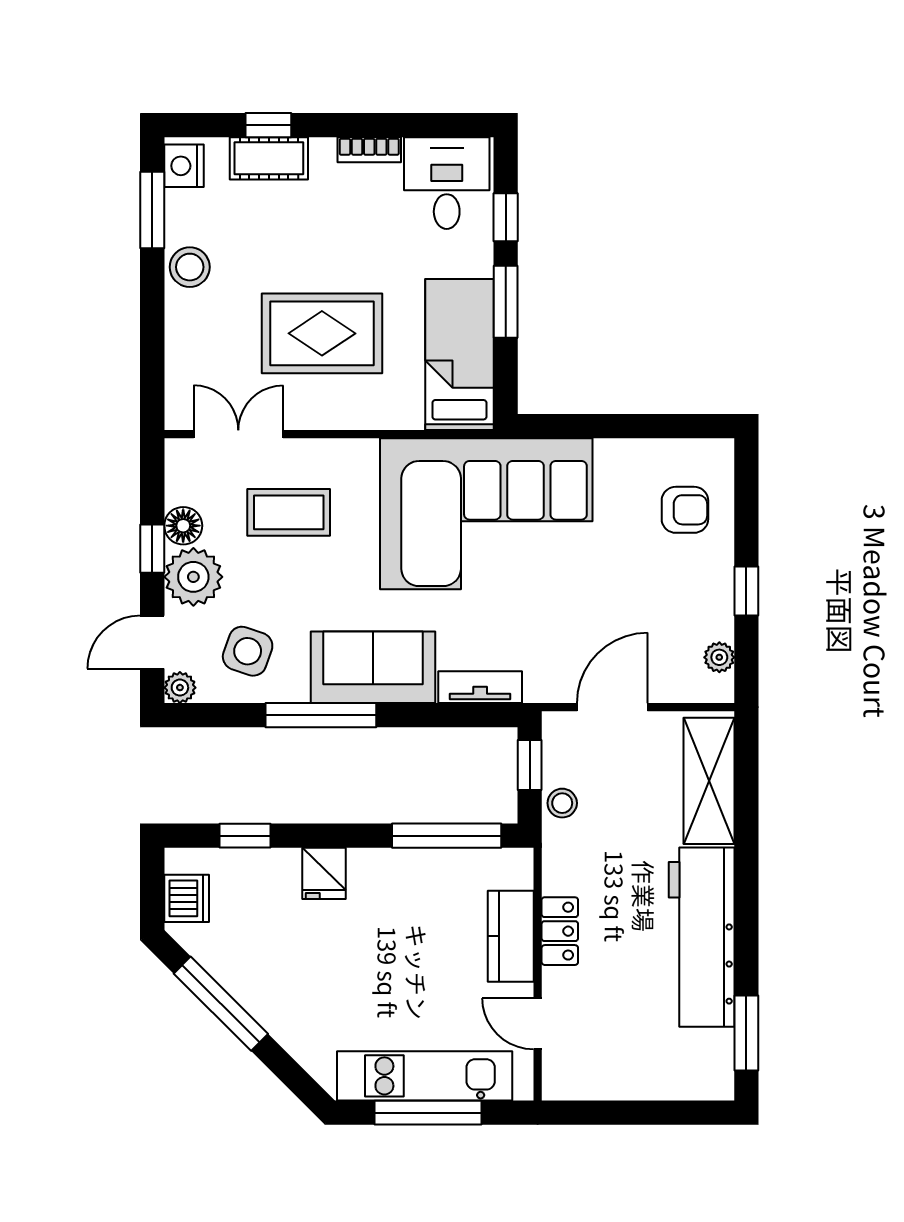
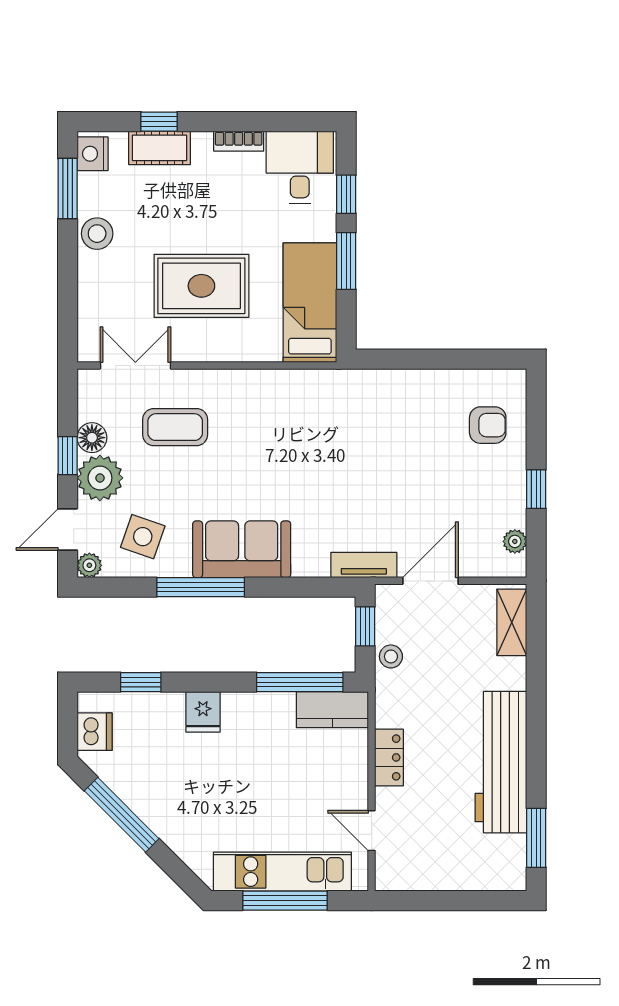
corner sofa: (486, 514) -> (331, 428), removed
tv unit: (480, 687) -> (364, 565), moved
shelving: (709, 781) -> (512, 622), width x0.67, depth x0.75
kitchen counter: (511, 936) -> (332, 710), moved, turned -90

